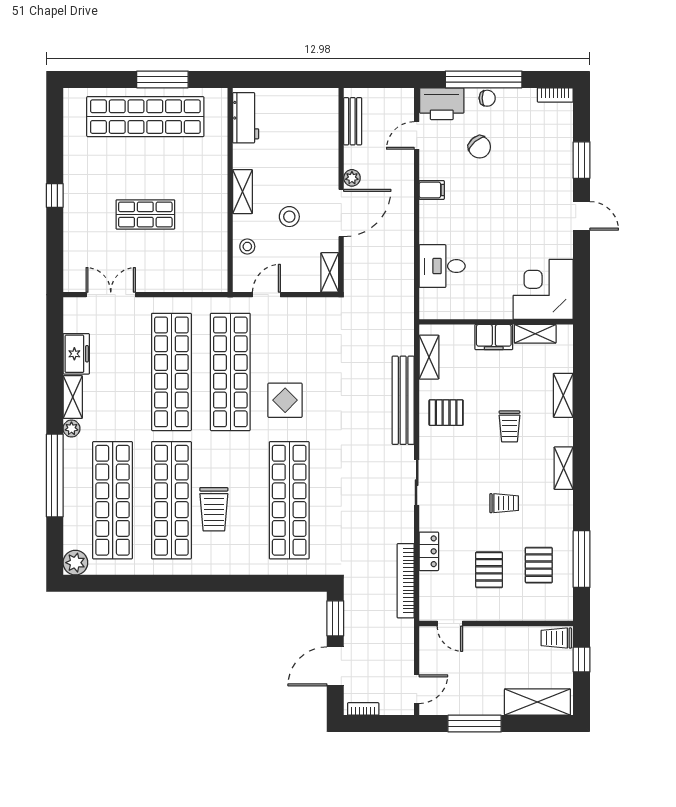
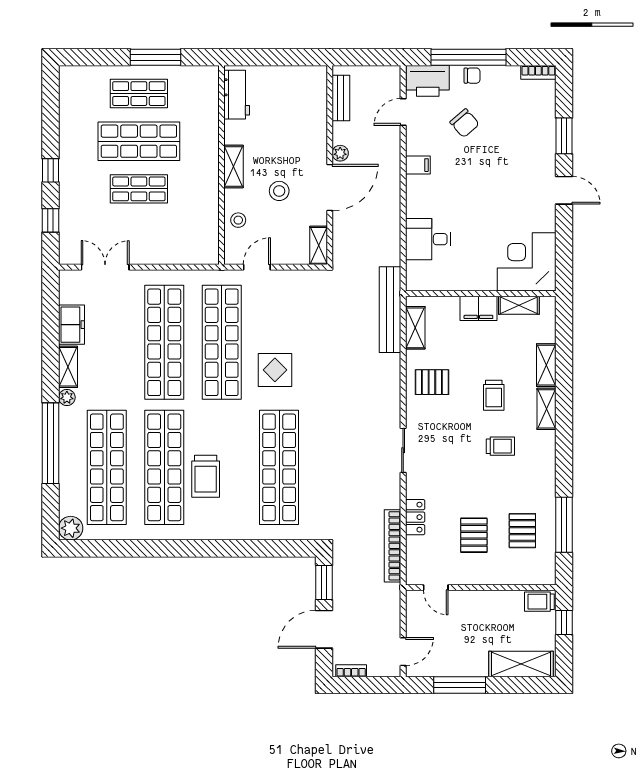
shop shelf: (145, 117) -> (139, 94), width x0.50, depth x0.74
shop shelf: (145, 166) -> (139, 141), added
window: (55, 247) -> (51, 220), added
bench: (403, 400) -> (390, 310), moved
shelving: (564, 468) -> (547, 409), moved
trolley: (504, 503) -> (500, 446), moved

